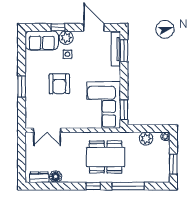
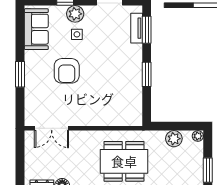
sofa: (42, 40) -> (36, 29), moved, turned -90
tv unit: (116, 49) -> (137, 28), width x0.71
corner sofa: (104, 105) -> (122, 97), removed
window: (124, 110) -> (147, 74), moved

